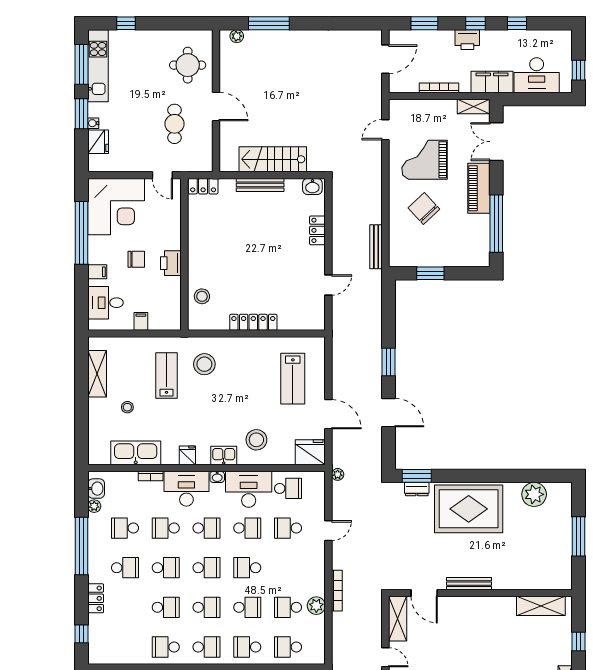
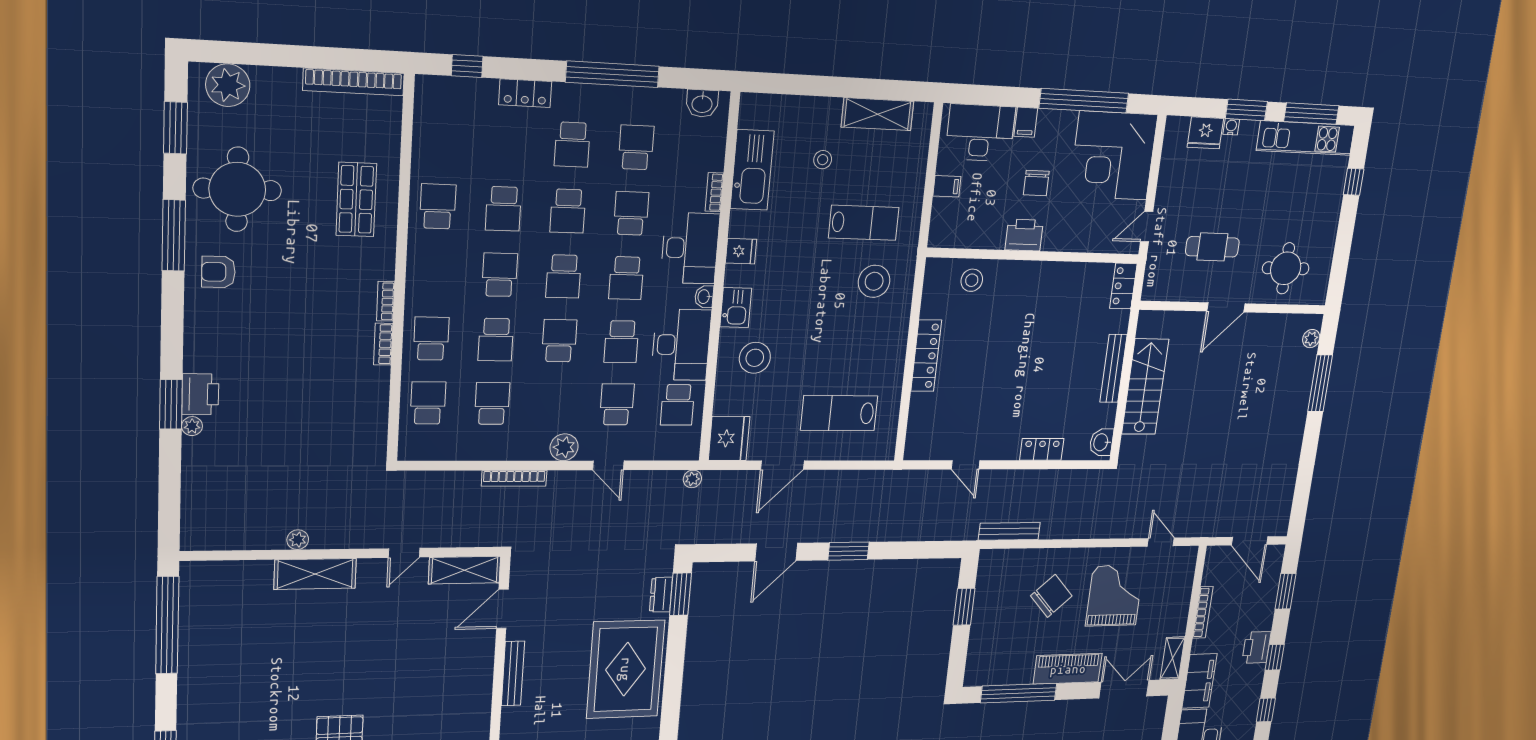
desk: (106, 303) -> (980, 133), width x1.37
plant: (94, 506) -> (675, 99), removed
plant: (316, 606) -> (564, 447), moved
school desk: (207, 607) -> (500, 275), turned 180
school desk: (207, 647) -> (434, 273), removed

